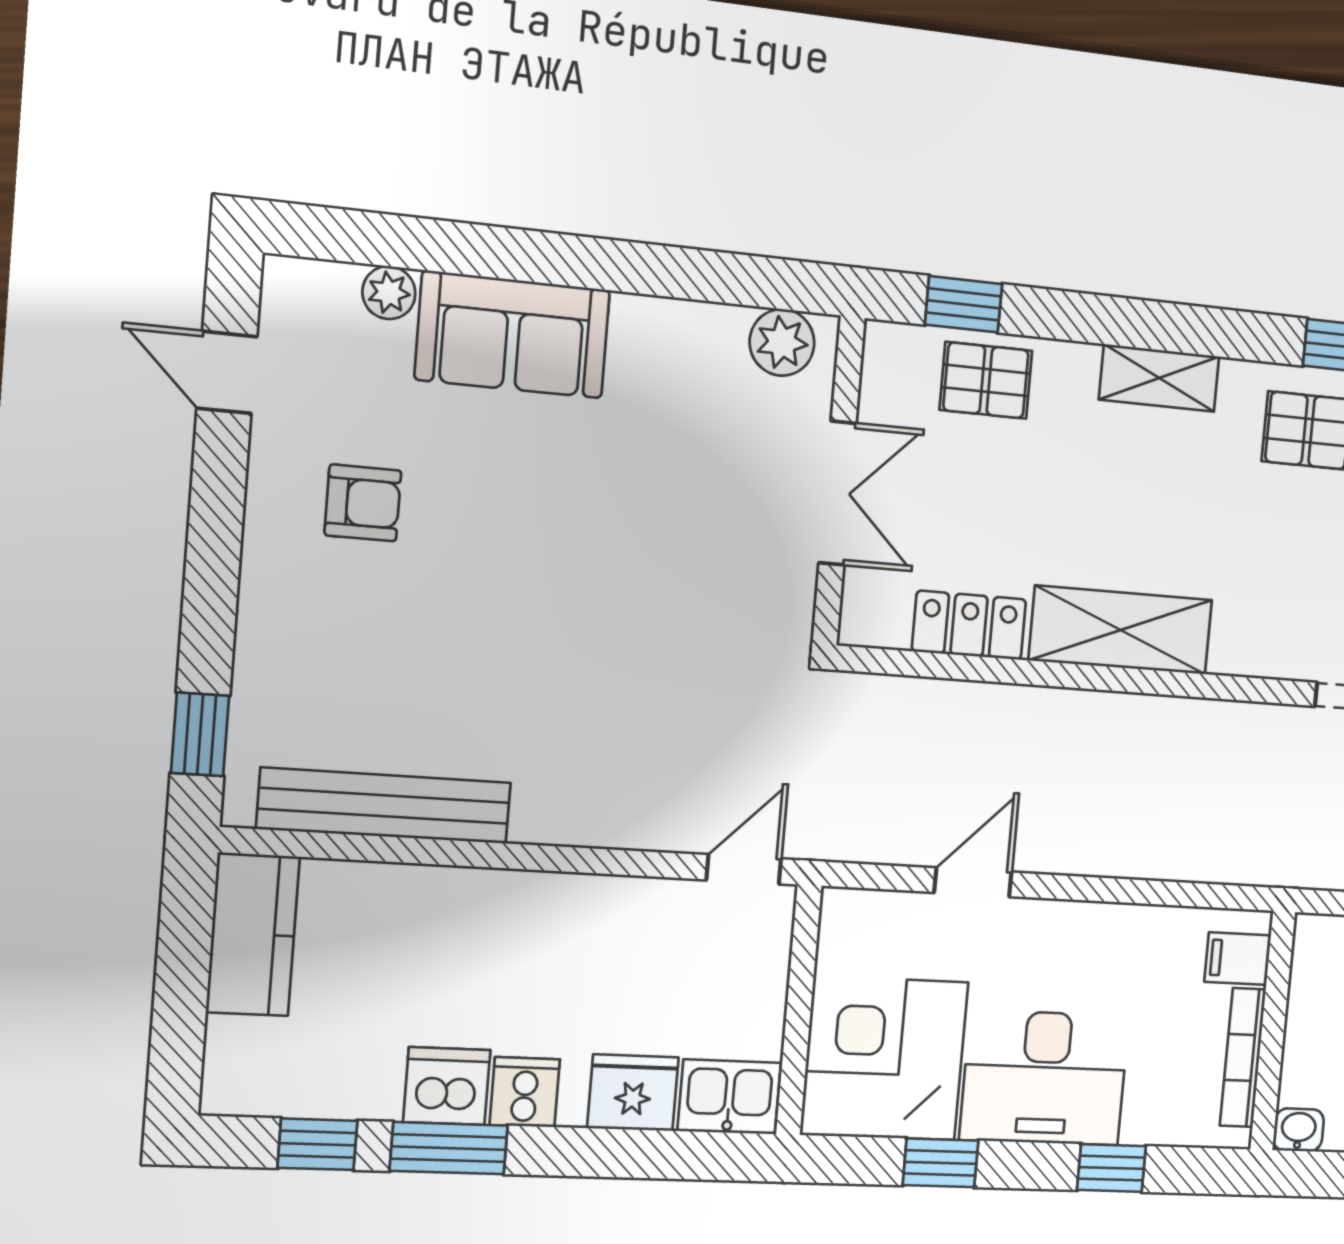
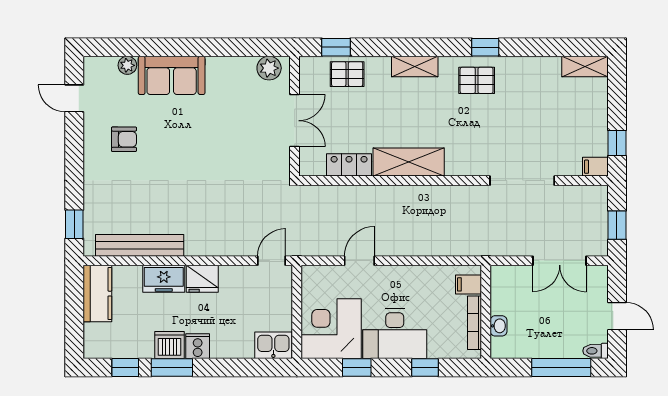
freezer: (445, 903) -> (164, 279), added
fridge: (633, 1093) -> (202, 279), moved, turned 180
washbasin: (1298, 1130) -> (499, 326), moved, turned 90

